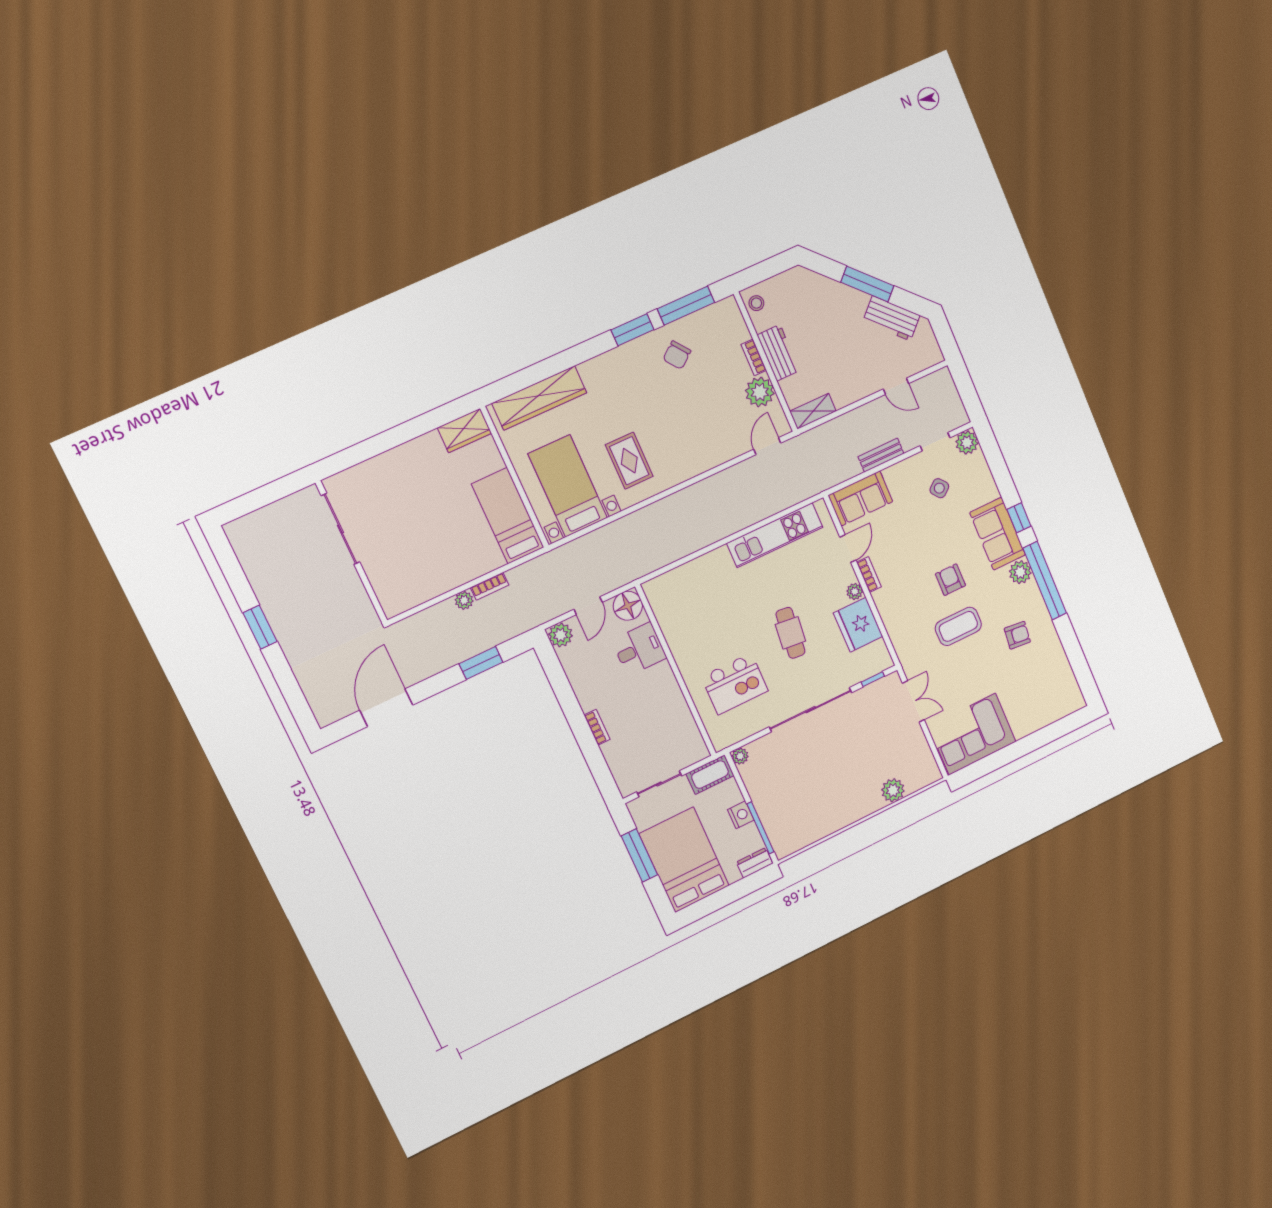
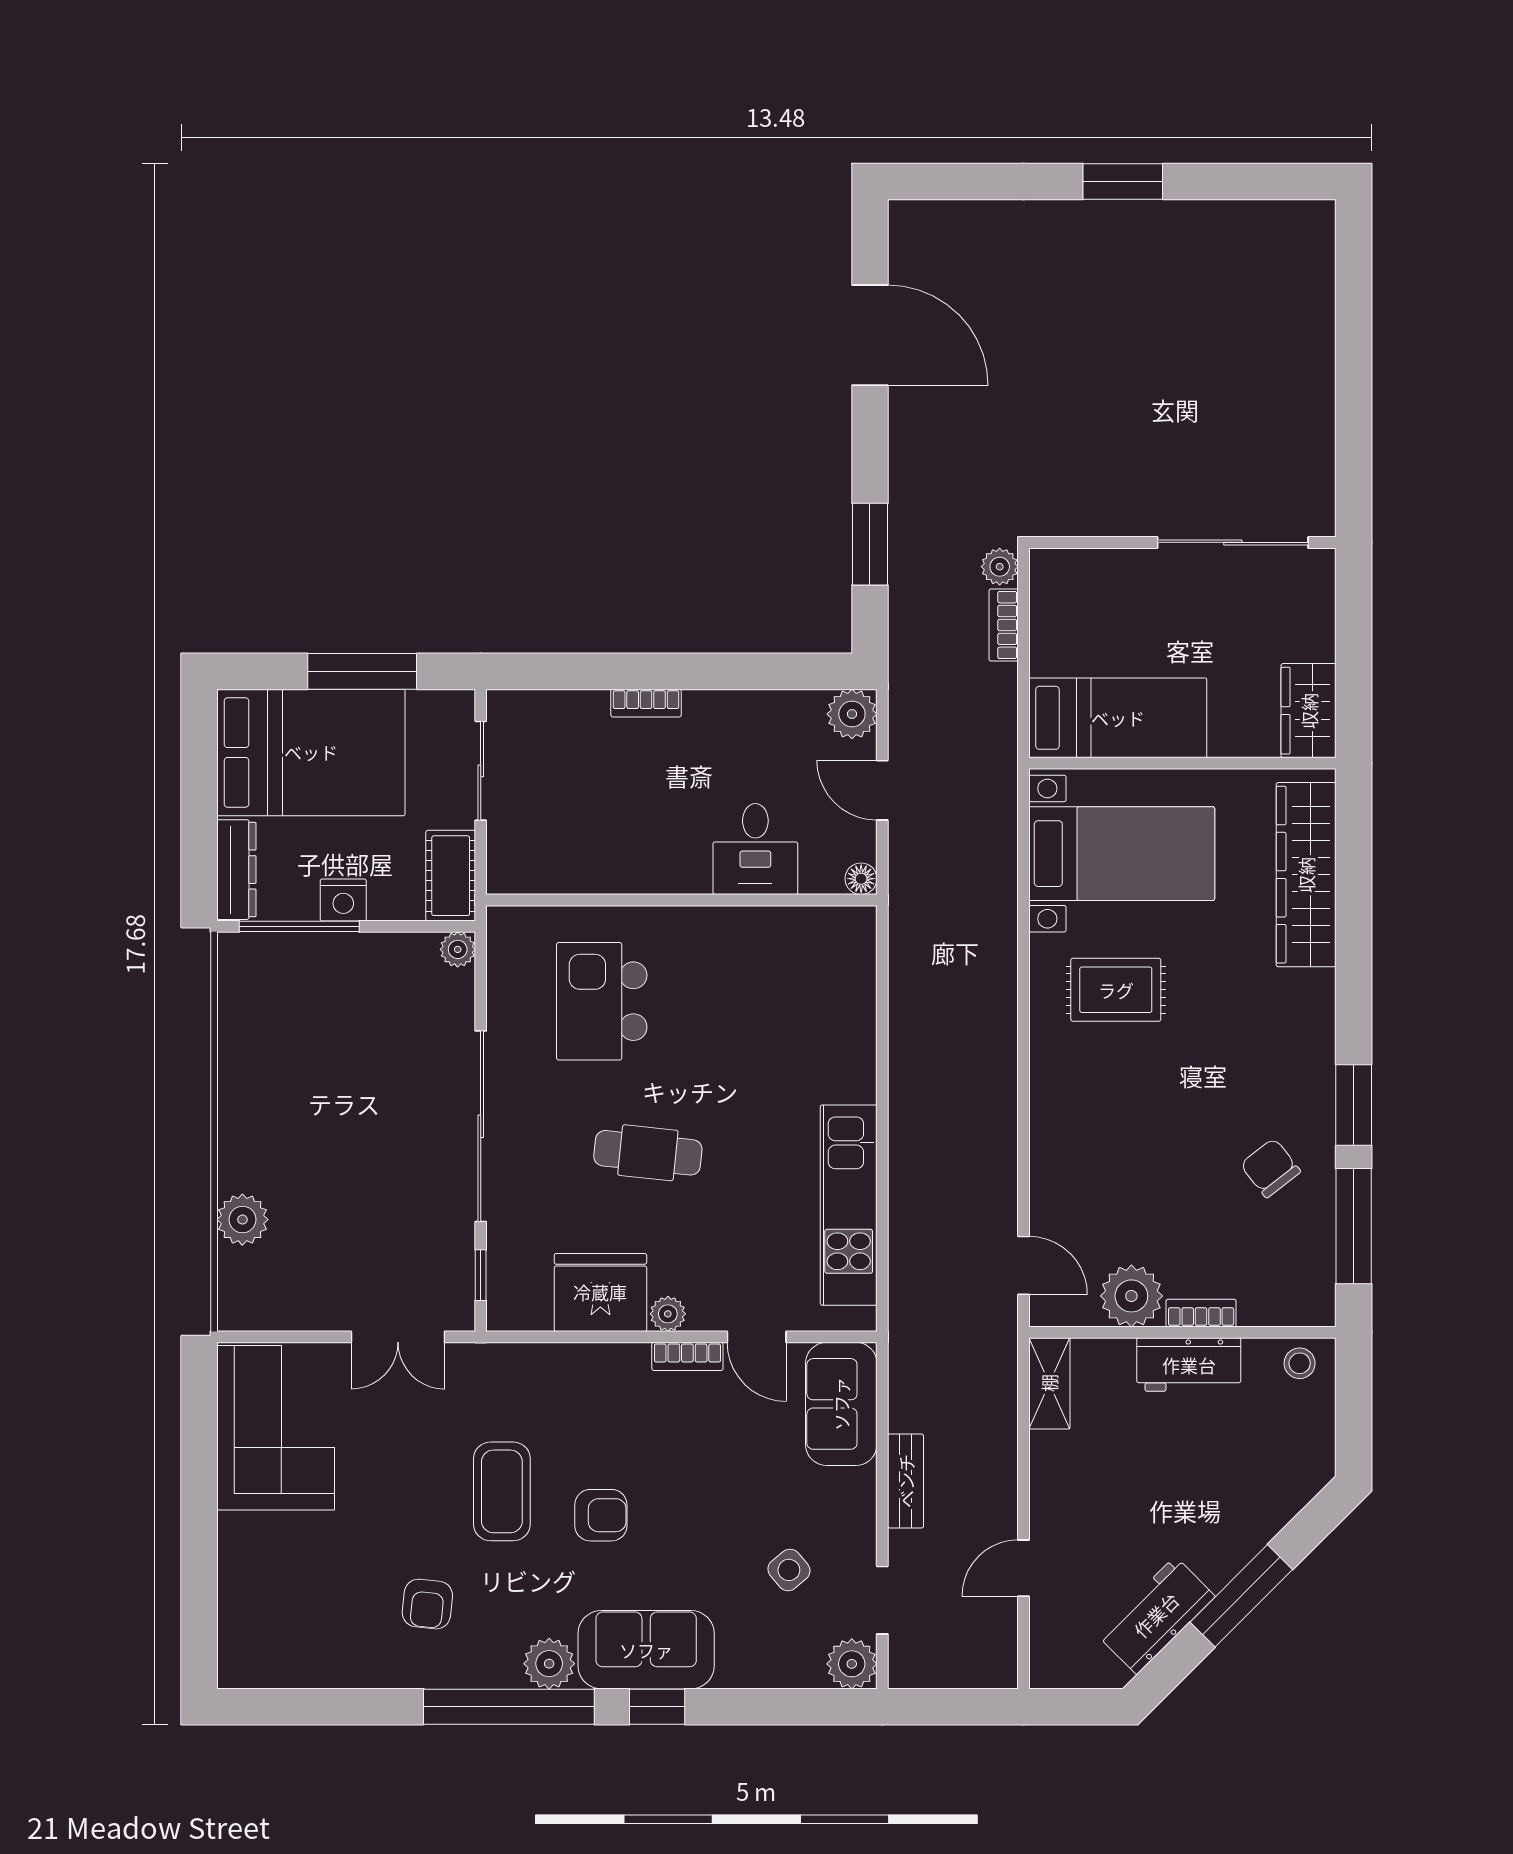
sliding door: (340, 529) -> (1233, 542), moved
wall: (351, 552) -> (1182, 542), moved
floor lamp: (628, 606) -> (861, 879), width x0.53, depth x0.53
dresser: (755, 863) -> (236, 870), width x1.44

